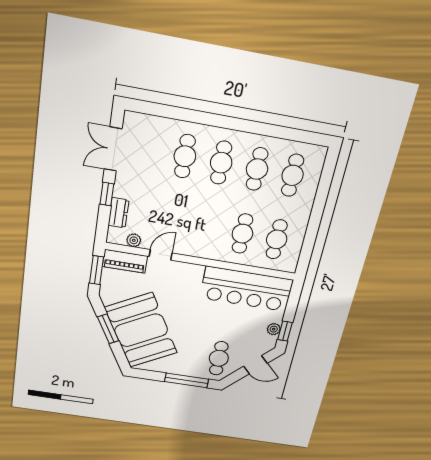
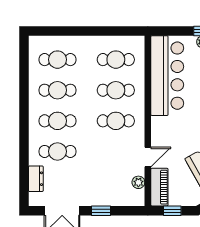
dresser: (118, 213) -> (36, 179), moved, turned 90
cafe table: (208, 228) -> (116, 121), added
door: (161, 255) -> (148, 157), swing flipped
window: (96, 270) -> (172, 211), width x0.67

